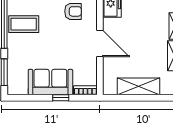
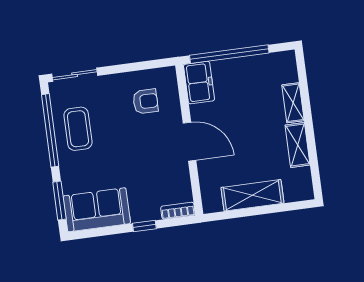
coffee table: (24, 24) -> (78, 129), turned 90
sofa: (50, 82) -> (97, 210), moved

